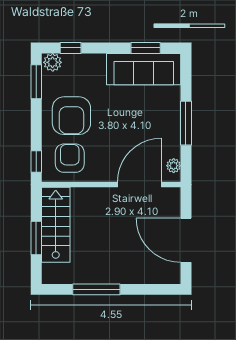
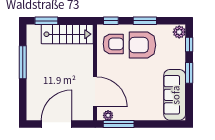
window: (146, 48) -> (189, 73), moved
window: (36, 82) -> (145, 21), moved
window: (186, 123) -> (119, 124), moved
window: (36, 238) -> (46, 21), moved

